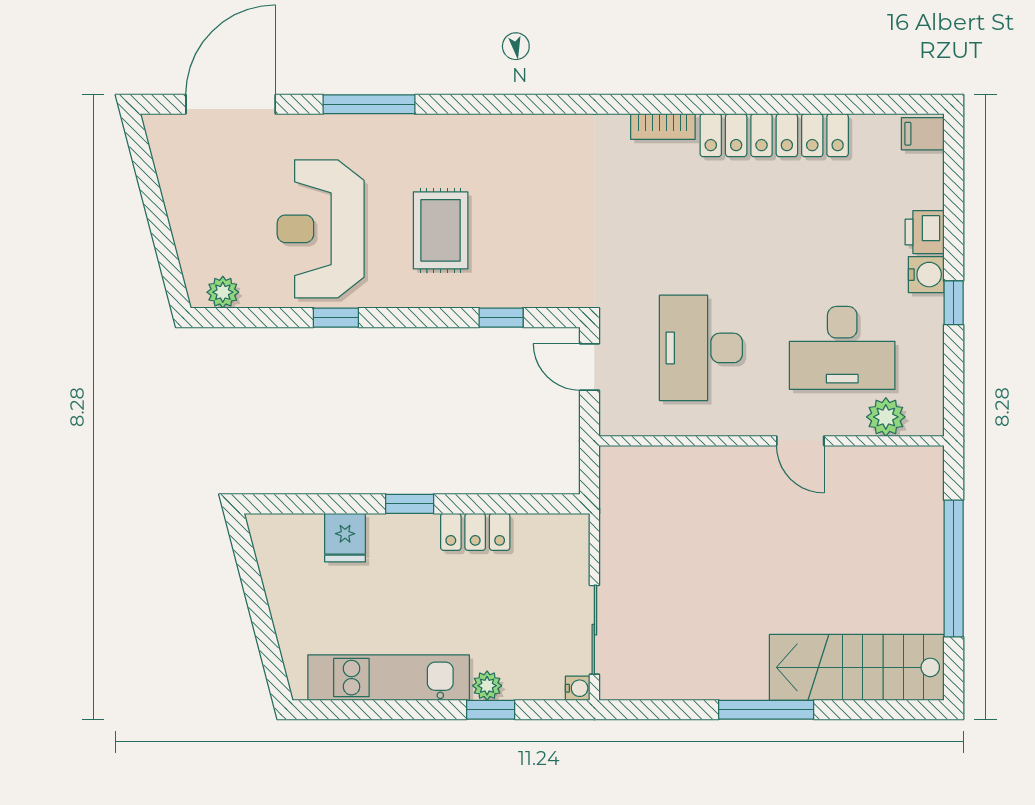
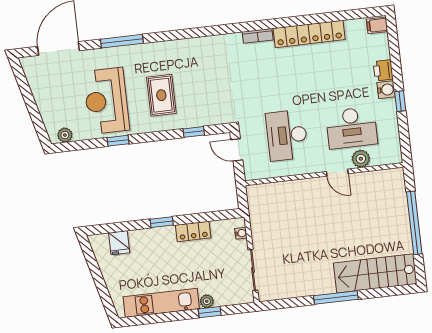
plant: (886, 417) -> (361, 159), moved
fridge: (345, 538) -> (119, 243), moved
water cooler: (578, 688) -> (241, 233), moved

